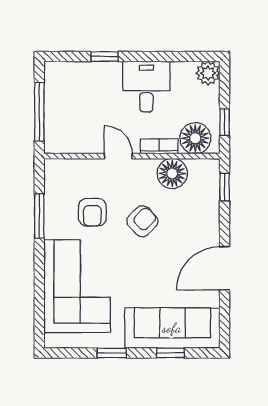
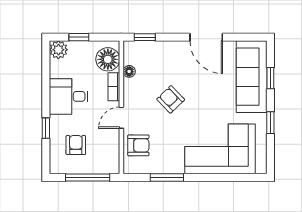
armchair: (82, 96) -> (76, 145), added
window: (225, 122) -> (79, 37), moved
floor lamp: (172, 174) -> (129, 71), width x0.53, depth x0.53
armchair: (92, 212) -> (138, 145), moved

